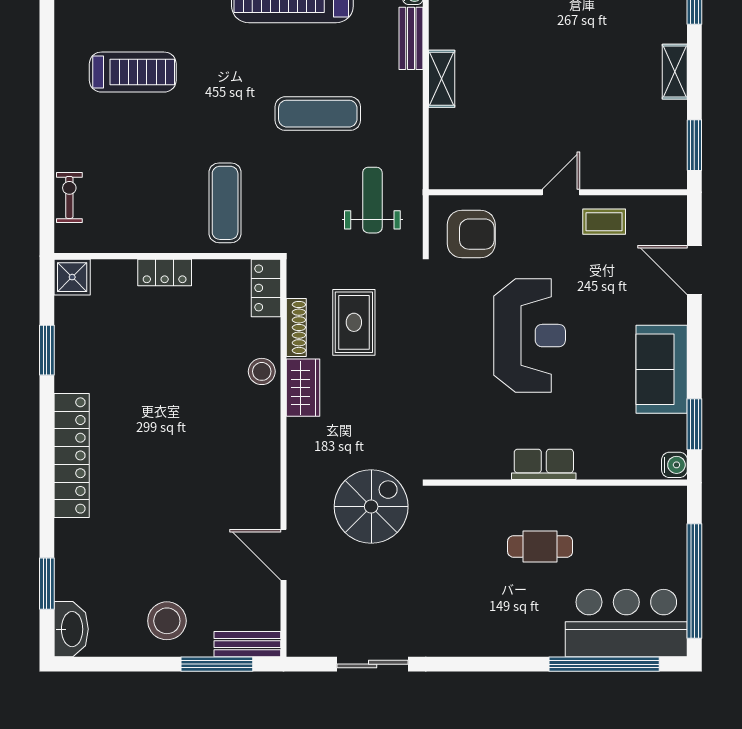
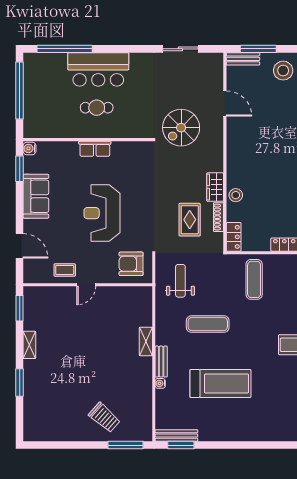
weight bench: (372, 200) -> (180, 281), turned 180
bar counter: (626, 623) -> (98, 69), moved

